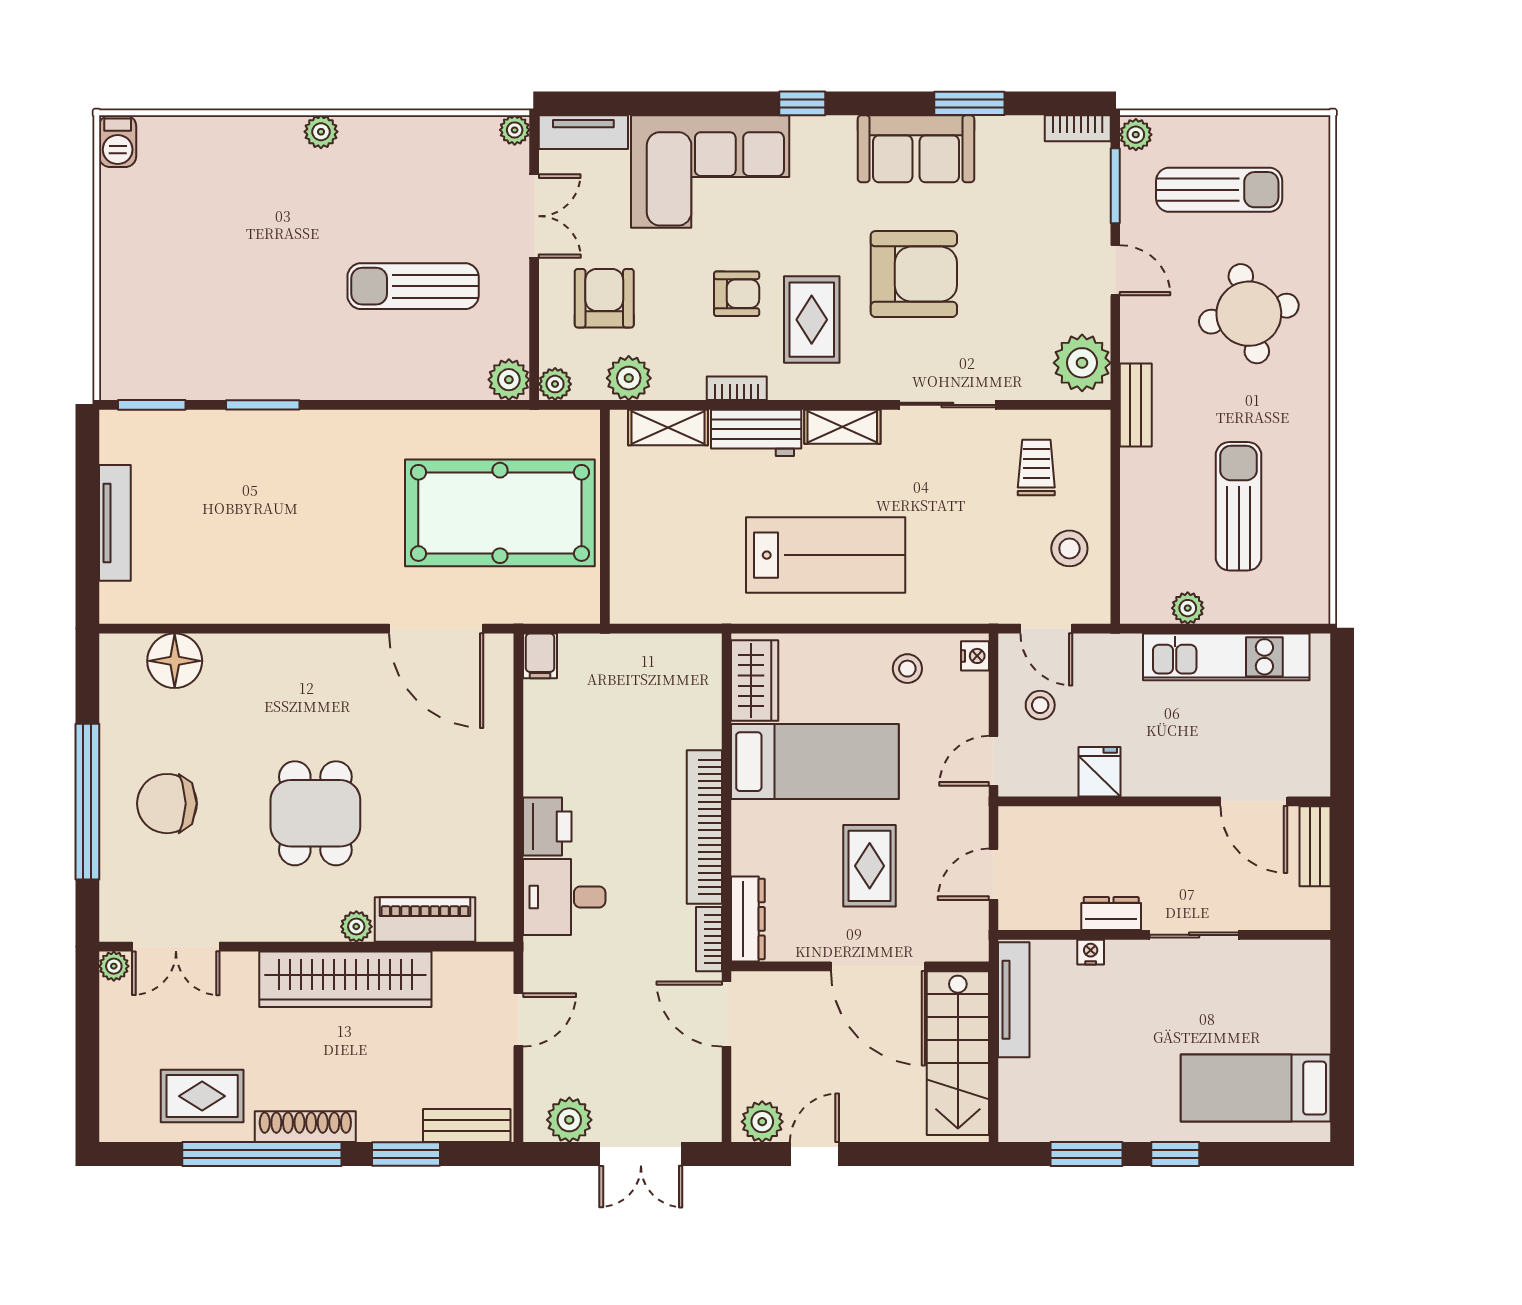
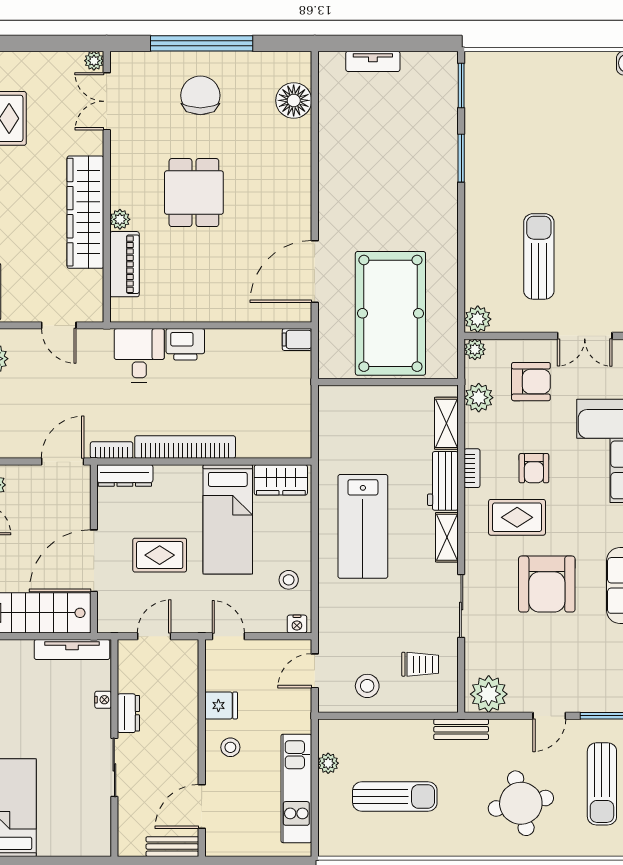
tv unit: (115, 523) -> (373, 61), width x0.71
stool: (1040, 705) -> (230, 747), moved
dining table: (315, 813) -> (194, 193), turned 90
door: (994, 874) -> (154, 636), hinge flipped

